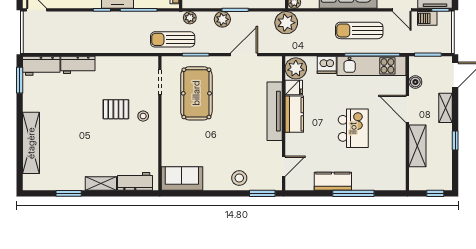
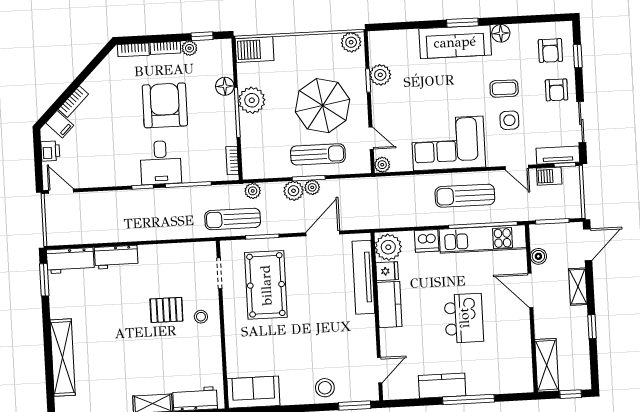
plant: (286, 23) -> (312, 187), moved, width x0.53, depth x0.53
tv unit: (275, 111) -> (363, 277), moved
shelving: (417, 146) -> (547, 365), moved

